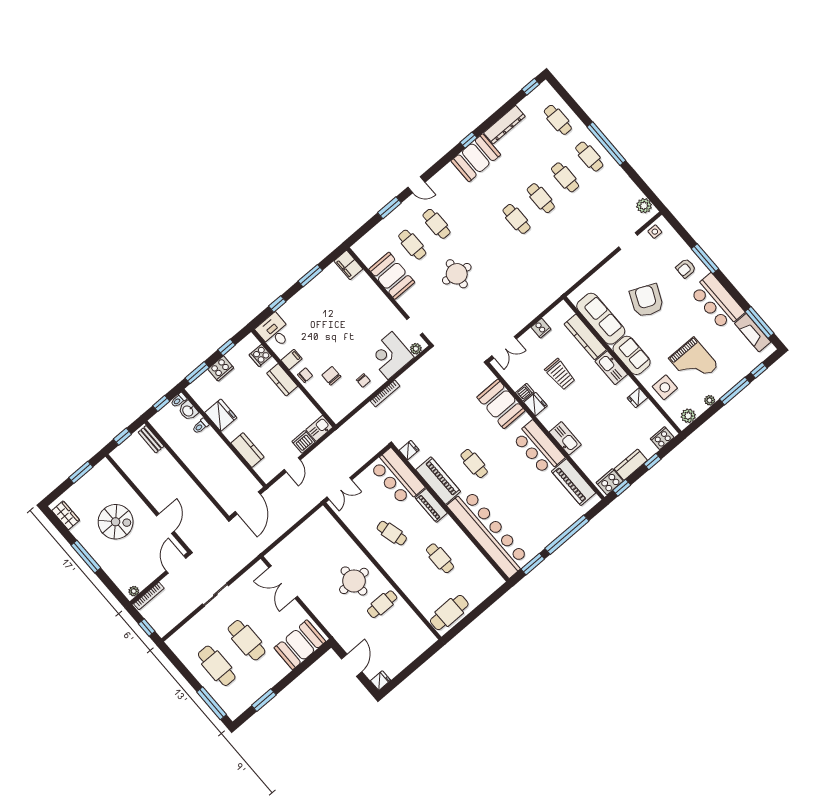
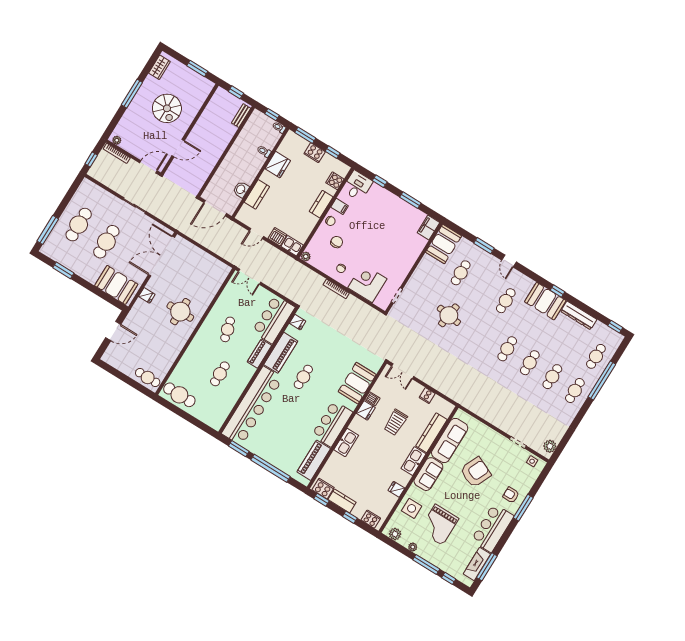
window: (606, 144) -> (602, 380), moved
cafe table: (436, 224) -> (506, 301), moved
booth: (392, 276) -> (444, 244), moved
plant: (416, 349) -> (306, 256), moved
washbasin: (188, 411) -> (241, 189), moved
double door: (283, 582) -> (162, 256), width x1.36
cafe table: (382, 604) -> (148, 377), moved
fridge: (381, 681) -> (147, 295), moved

